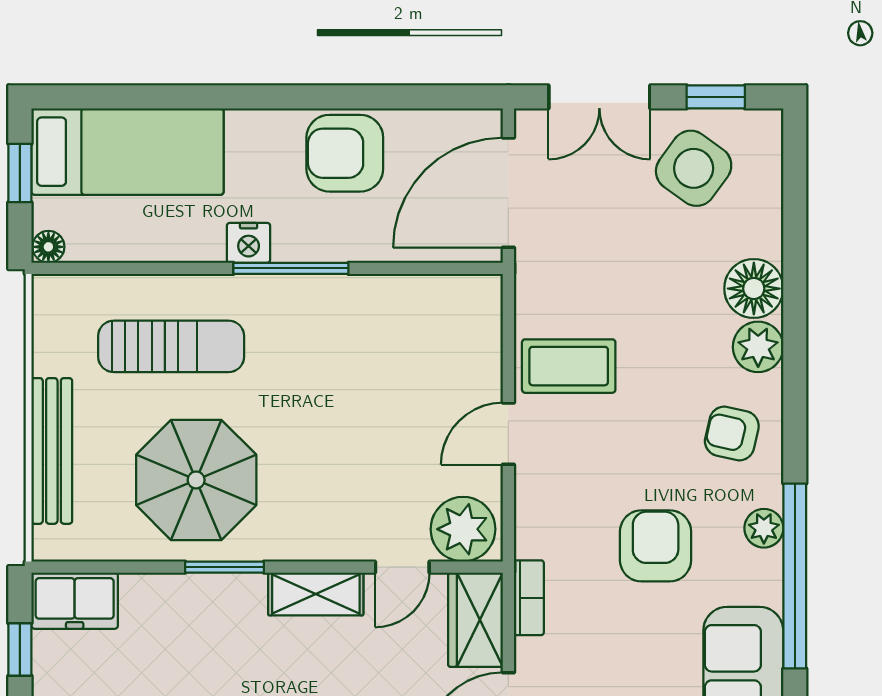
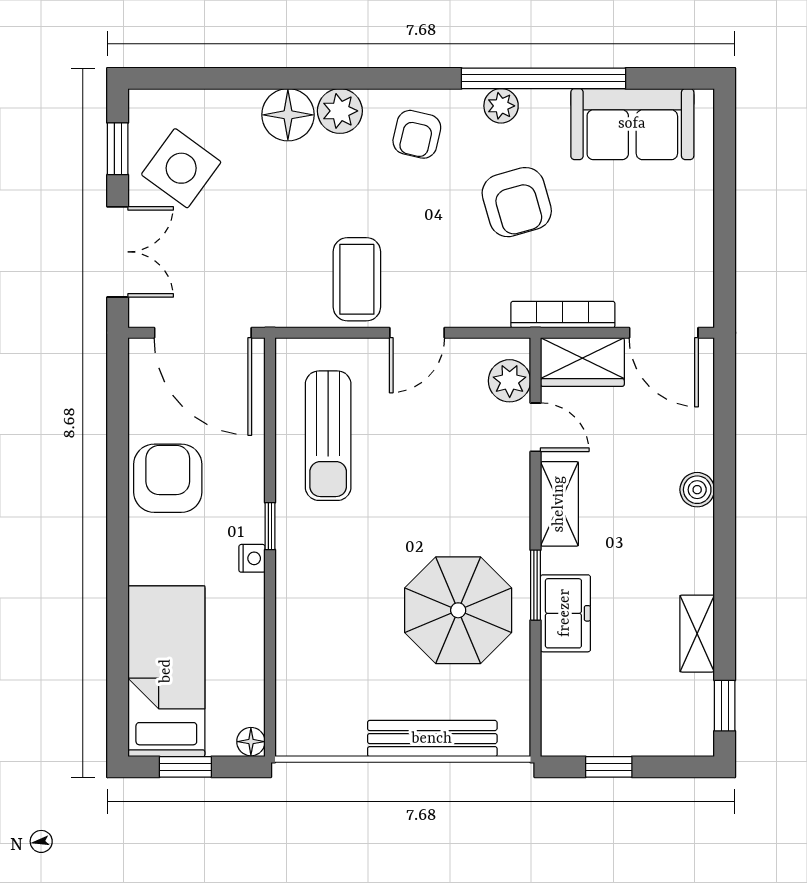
armchair: (345, 153) -> (168, 478), turned 180
nightstand: (249, 243) -> (252, 558), width x0.72, depth x0.74
window: (291, 268) -> (270, 526), width x0.46
sun lounger: (171, 346) -> (328, 436), moved, turned 180
door: (508, 434) -> (417, 333), hinge flipped
plant: (463, 529) -> (510, 381), width x0.73, depth x0.73
armchair: (656, 546) -> (517, 202), turned -106
bookcase: (529, 598) -> (563, 315), width x1.56
freezer: (75, 601) -> (565, 613), moved

